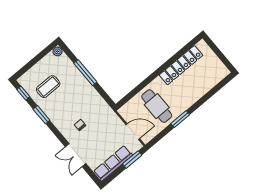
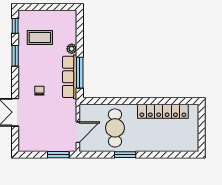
plant: (57, 51) -> (72, 49), moved
window: (85, 73) -> (80, 73), moved
door: (133, 132) -> (78, 132), hinge flipped
row of seats: (113, 163) -> (70, 77), moved, turned -90

